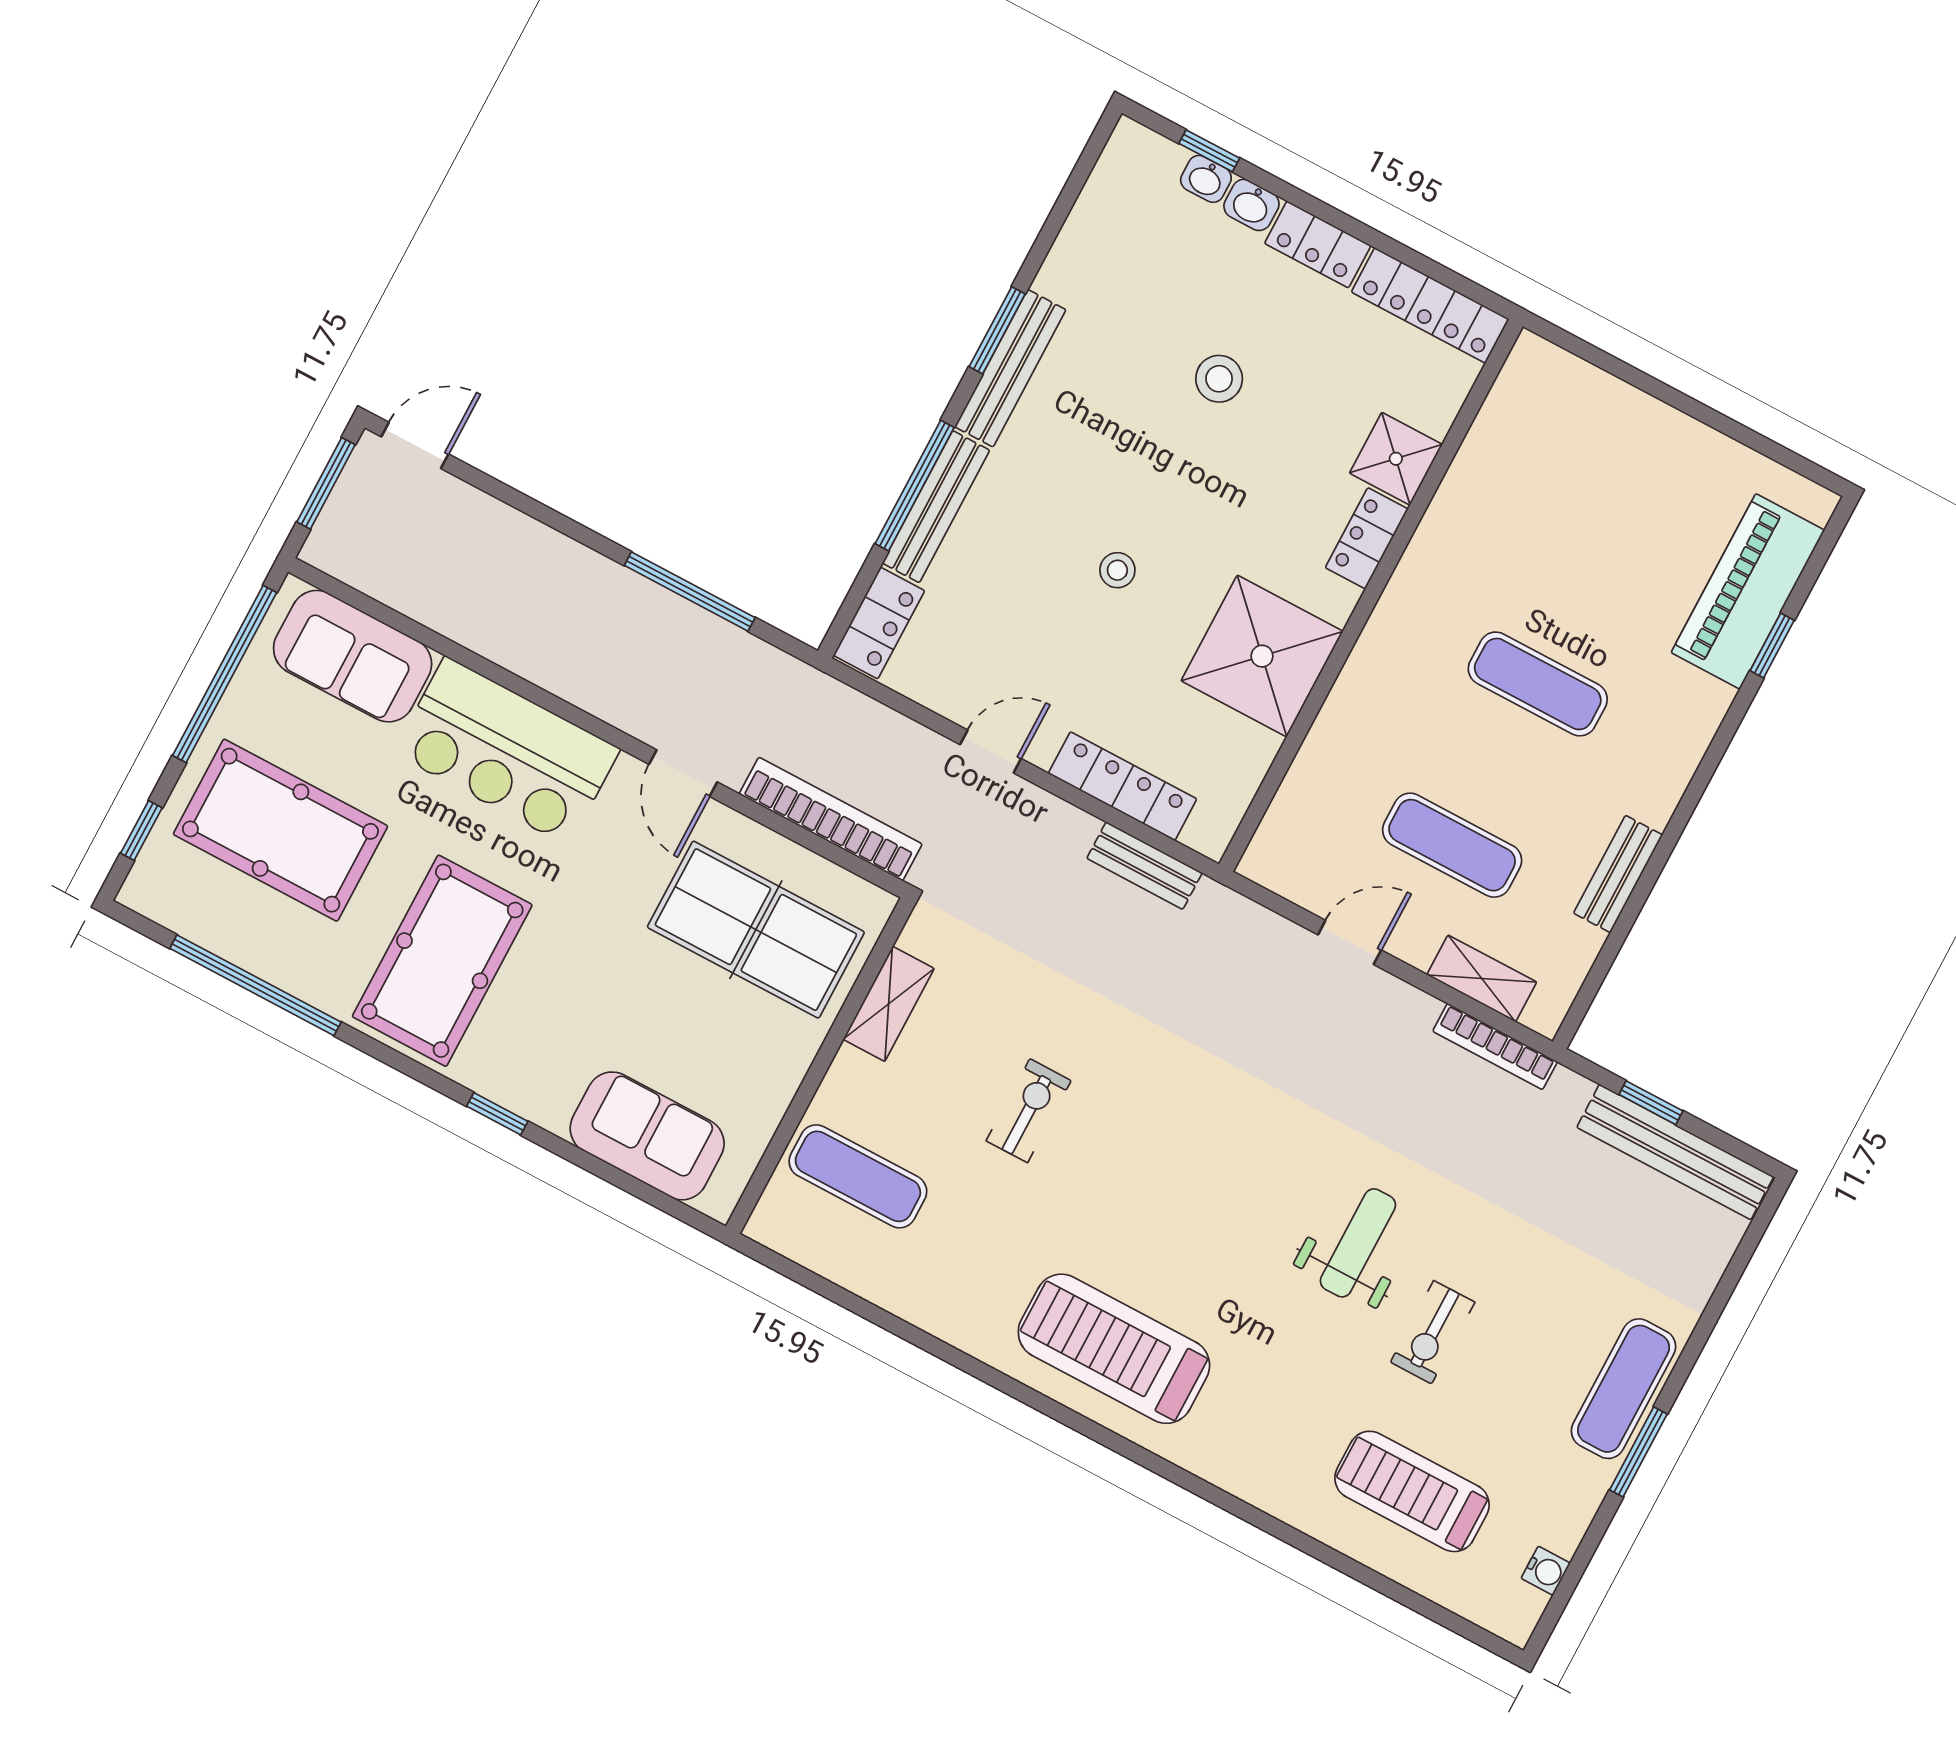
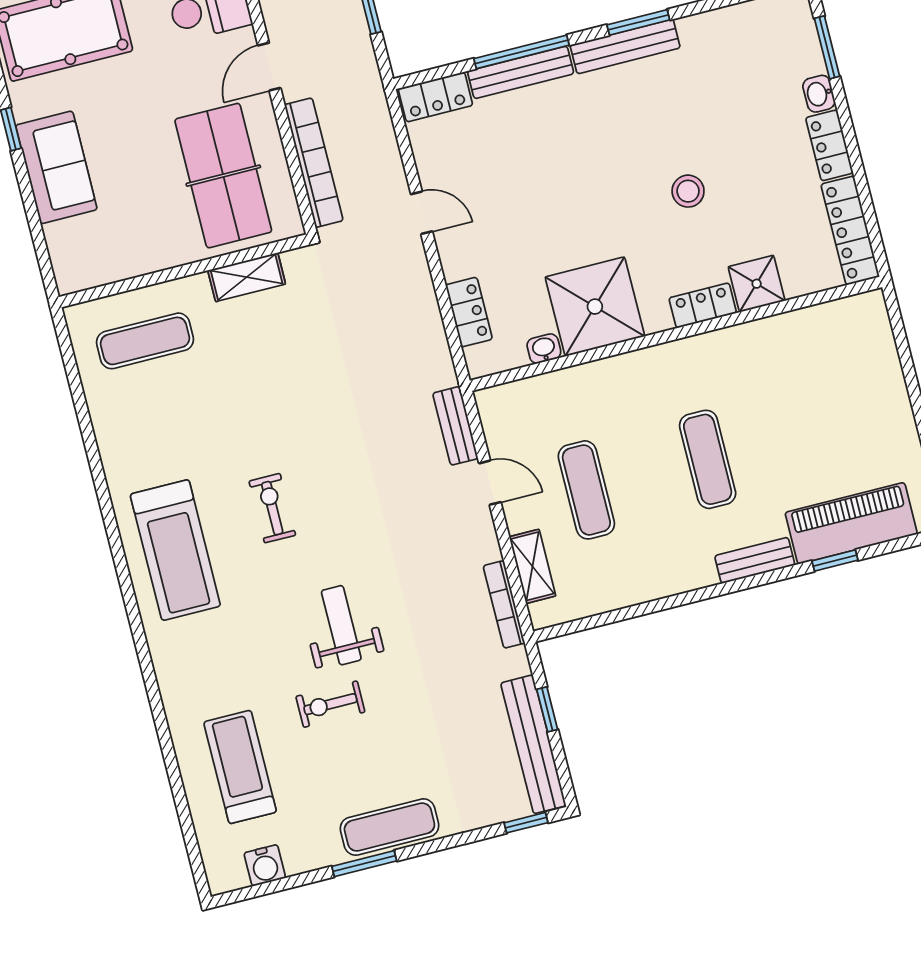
window: (1209, 151) -> (827, 47), width x1.50
washbasin: (1206, 179) -> (544, 349), moved, turned 90
stool: (1219, 379) -> (688, 191), moved
stool: (1117, 570) -> (572, 194), removed
locker: (1123, 786) -> (469, 312), width x0.66
bench: (1144, 866) -> (455, 426), moved
bench: (1618, 874) -> (755, 560), moved
exercise bike: (1029, 1111) -> (272, 508), moved, turned -90
sofa: (647, 1136) -> (56, 167), moved
exercise mat: (858, 1176) -> (145, 341), turned 90
window: (1753, 1237) -> (526, 823), added
weight bench: (1358, 1243) -> (341, 625), turned -90
treadmill: (1114, 1349) -> (175, 550), turned 180
water cooler: (1546, 1571) -> (265, 865), width x1.38, depth x1.38

